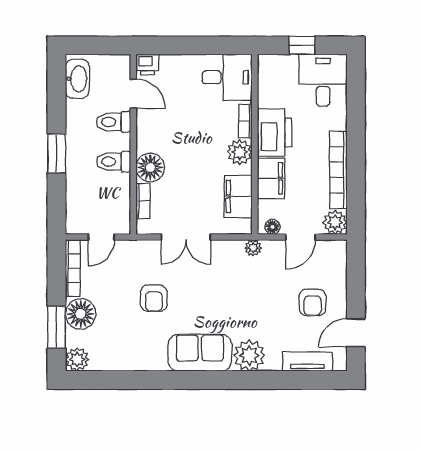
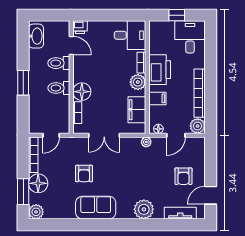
filing cabinet: (271, 178) -> (157, 98), width x0.50
sofa: (200, 353) -> (96, 208), moved

